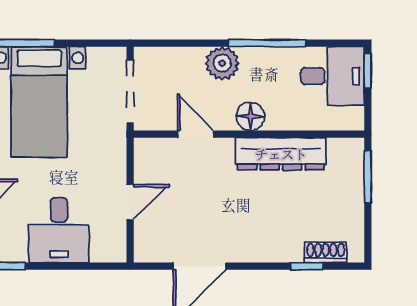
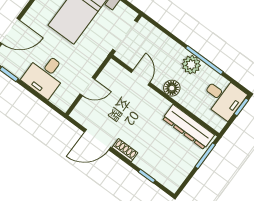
plant: (222, 63) -> (191, 65), moved
dresser: (281, 154) -> (188, 127), moved
shoe rack: (326, 252) -> (125, 150), moved

